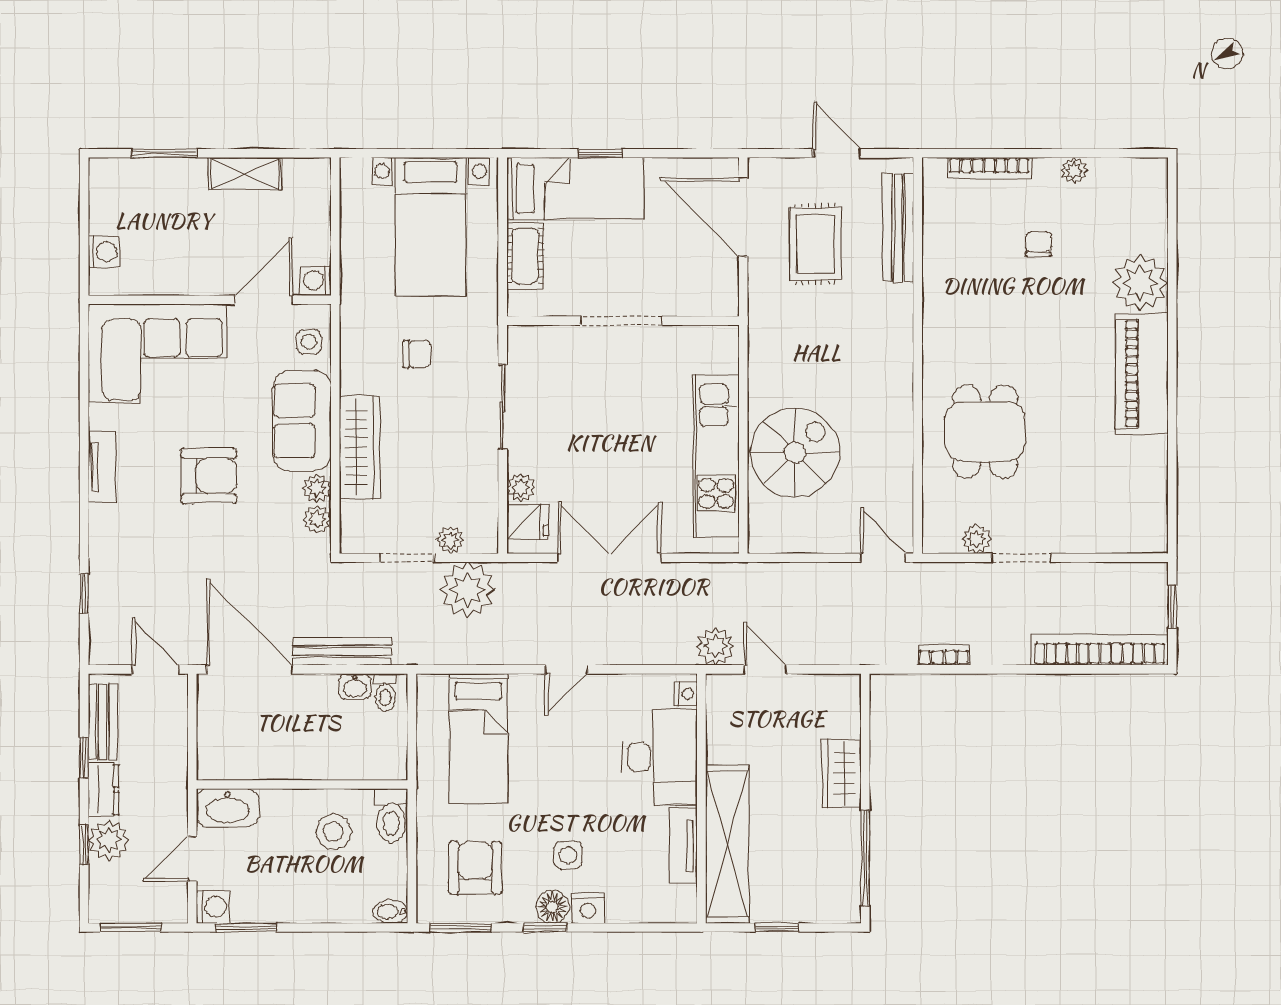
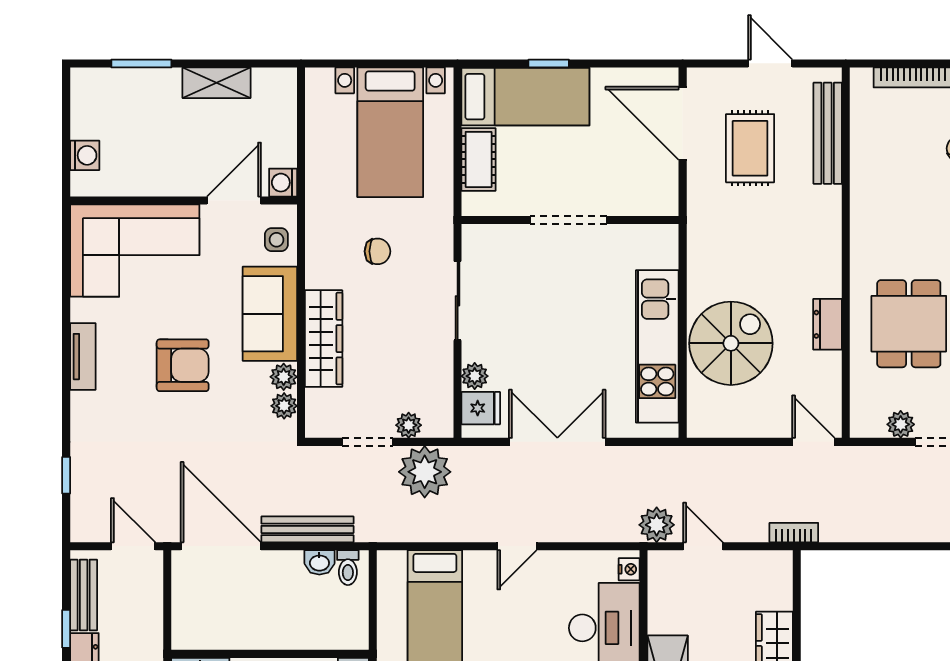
dresser: (898, 432) -> (828, 324), added
bookcase: (944, 655) -> (794, 533), moved

